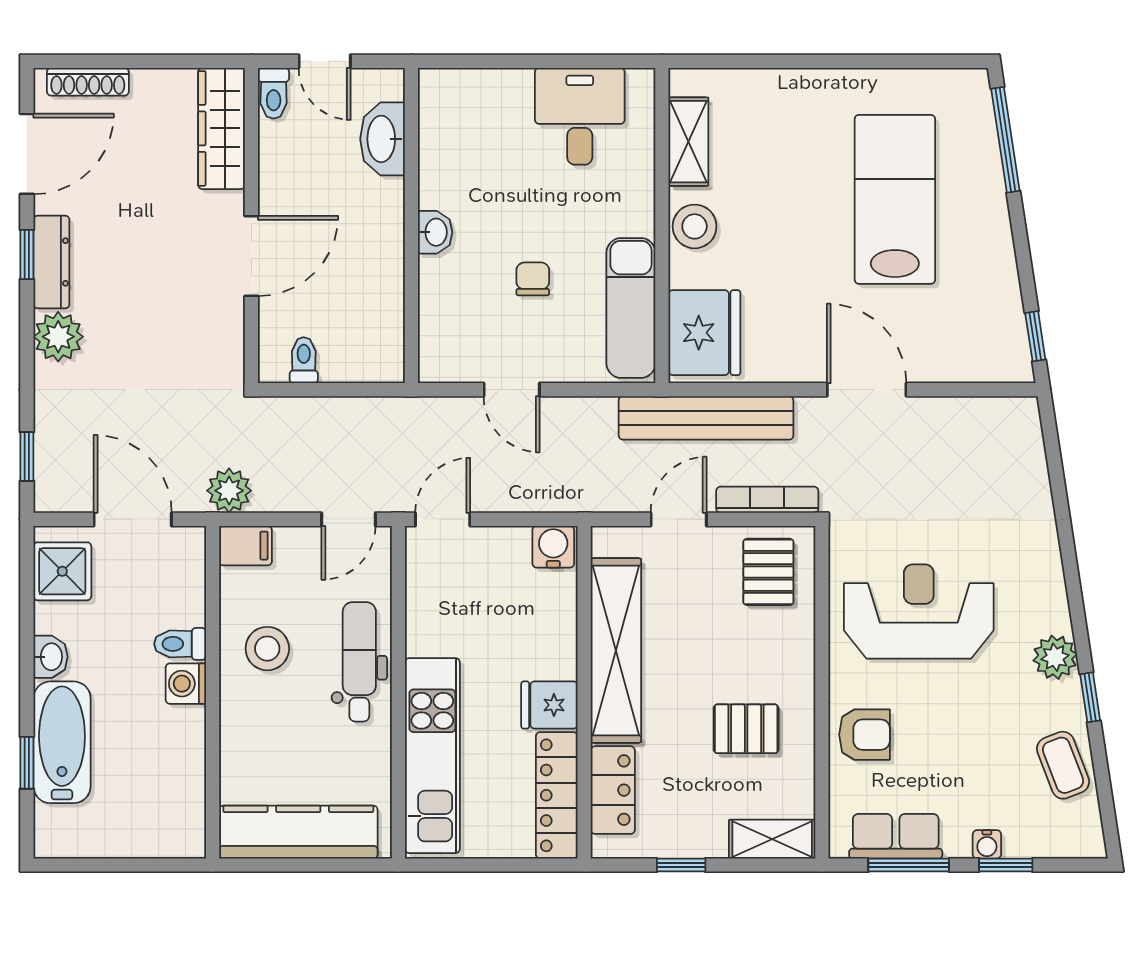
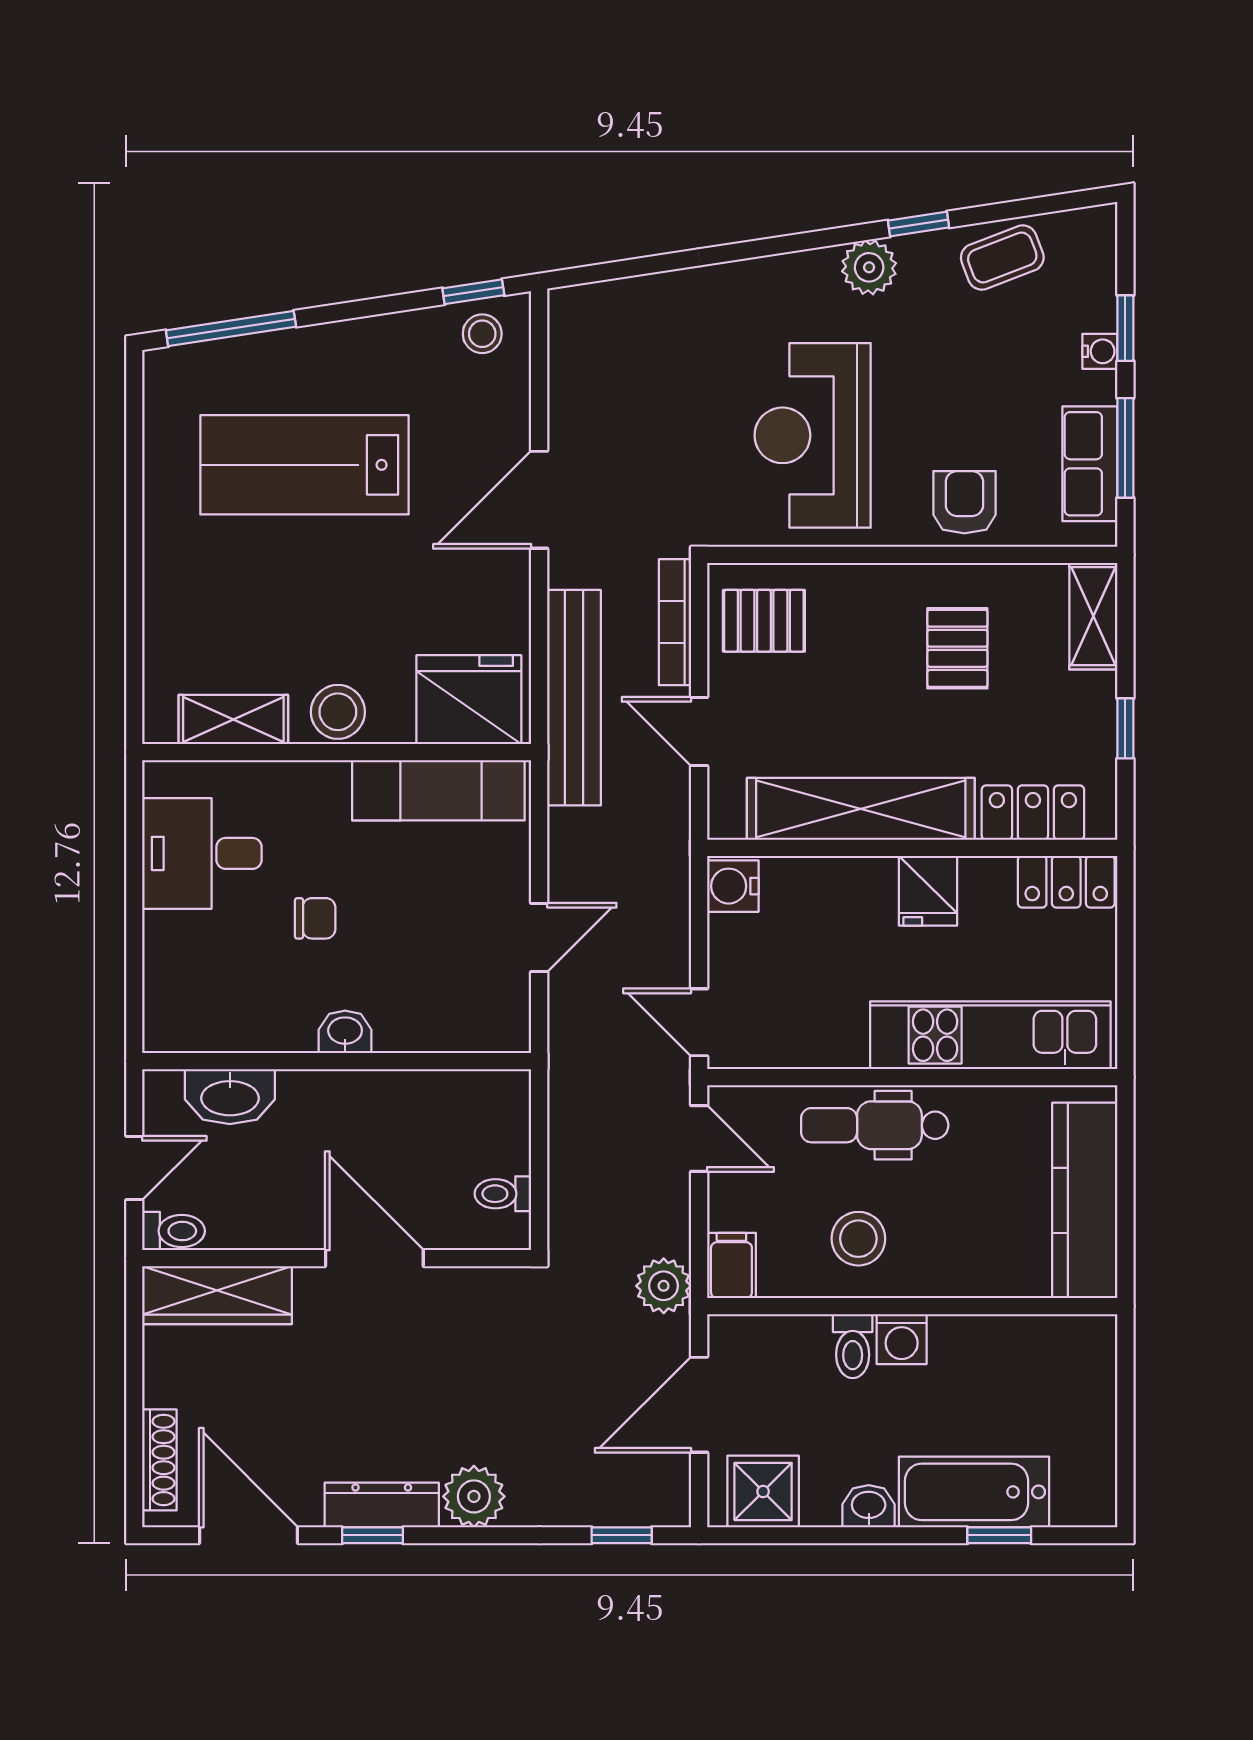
chair: (533, 279) -> (315, 918), moved, turned 180
stool: (1001, 343) -> (482, 334), added
locker: (557, 795) -> (1066, 882), width x0.66

